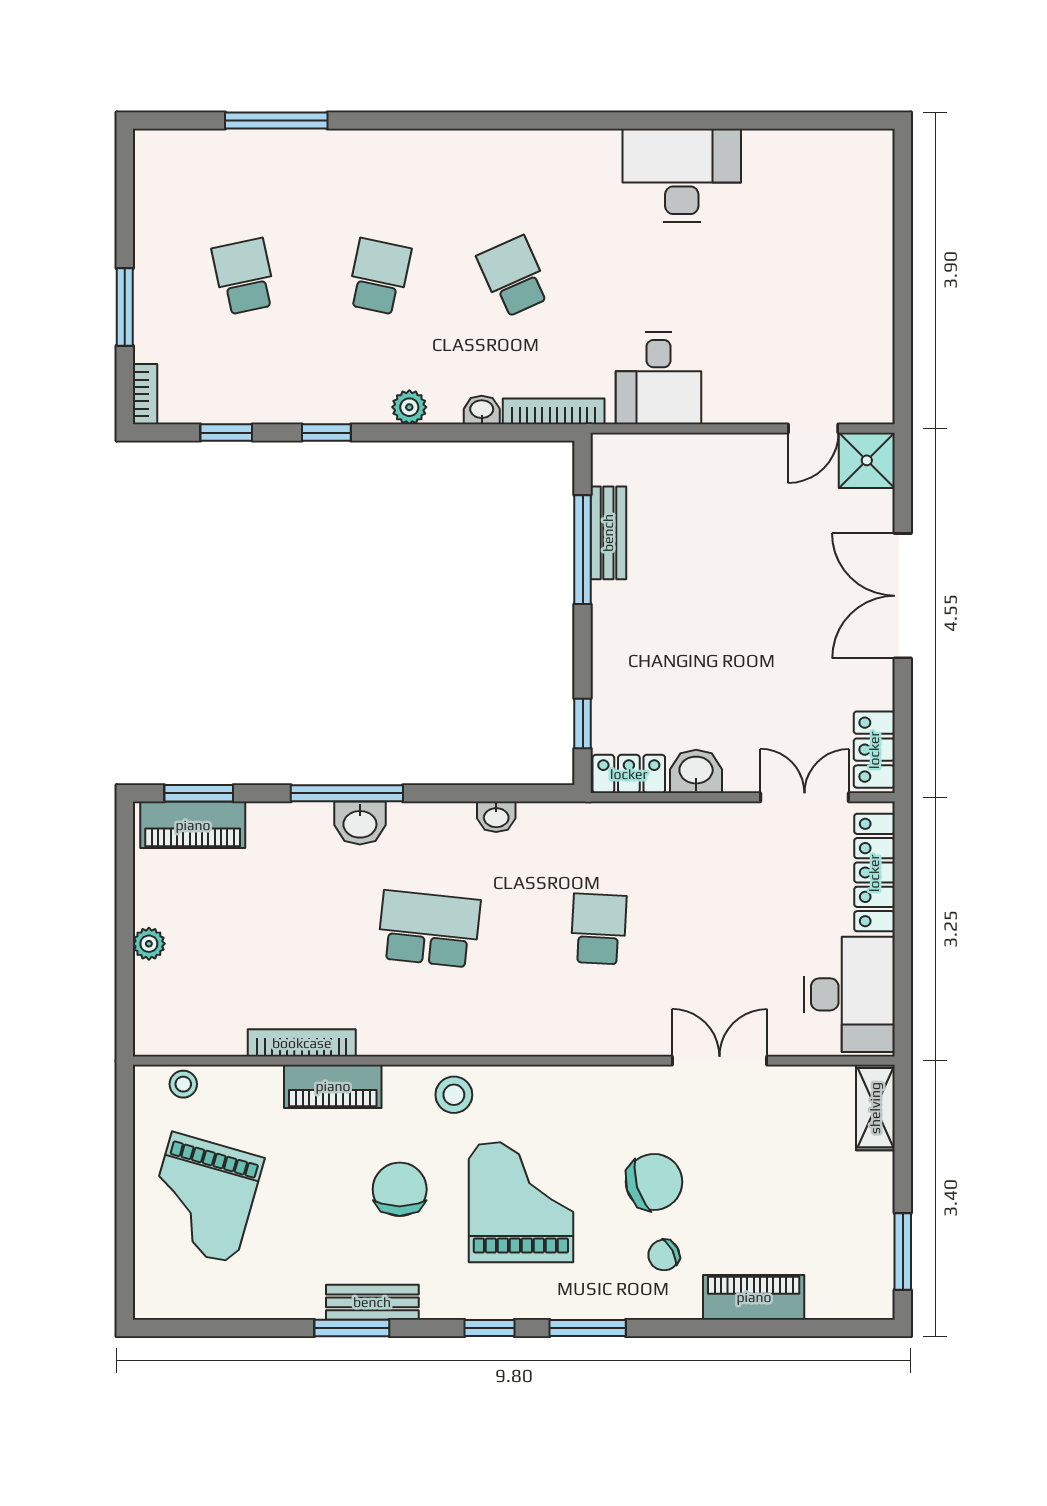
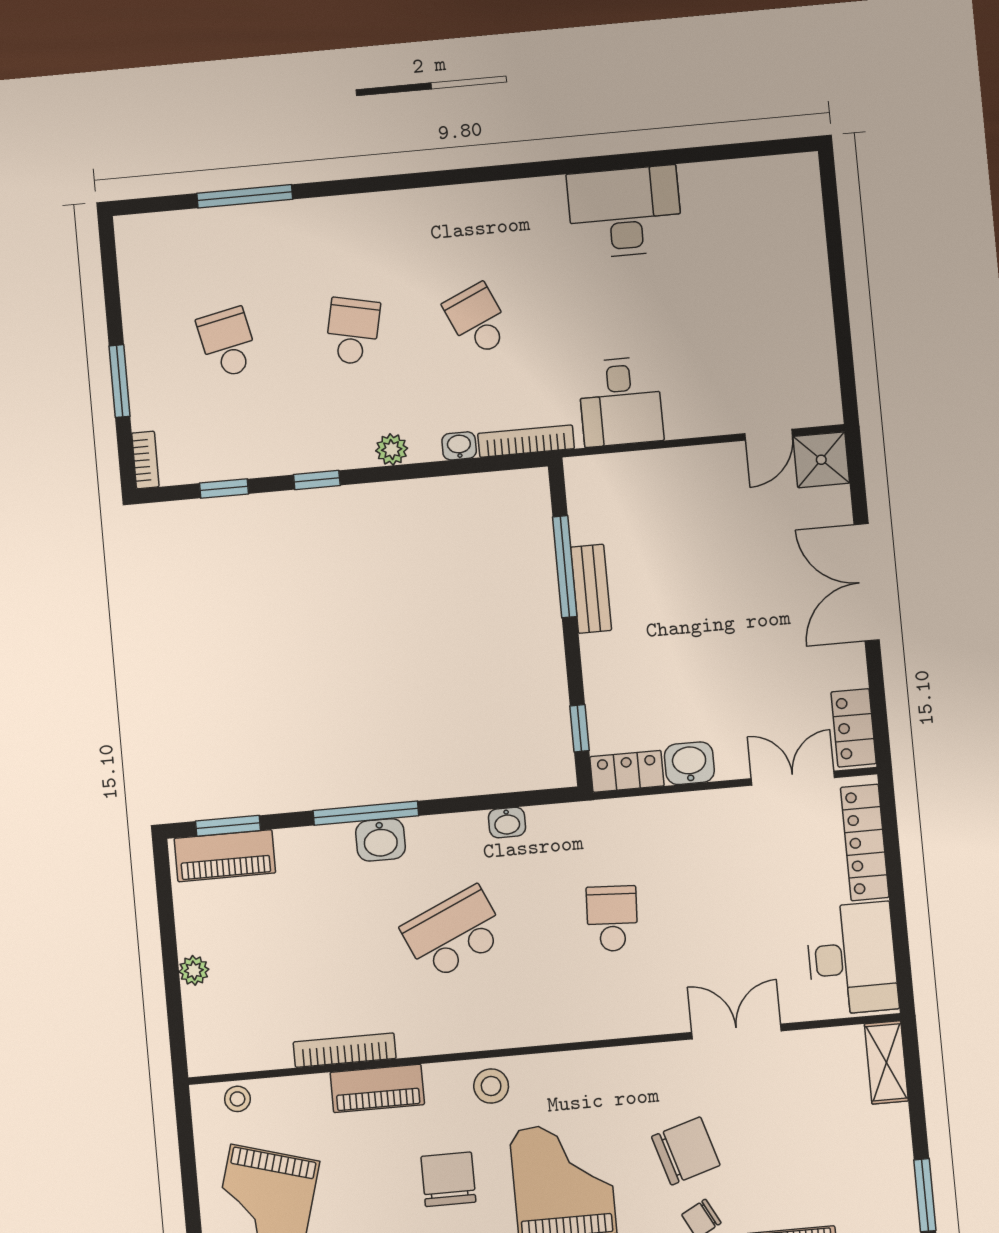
bench: (608, 533) -> (591, 589), moved
school desk: (429, 929) -> (454, 933), turned -30

